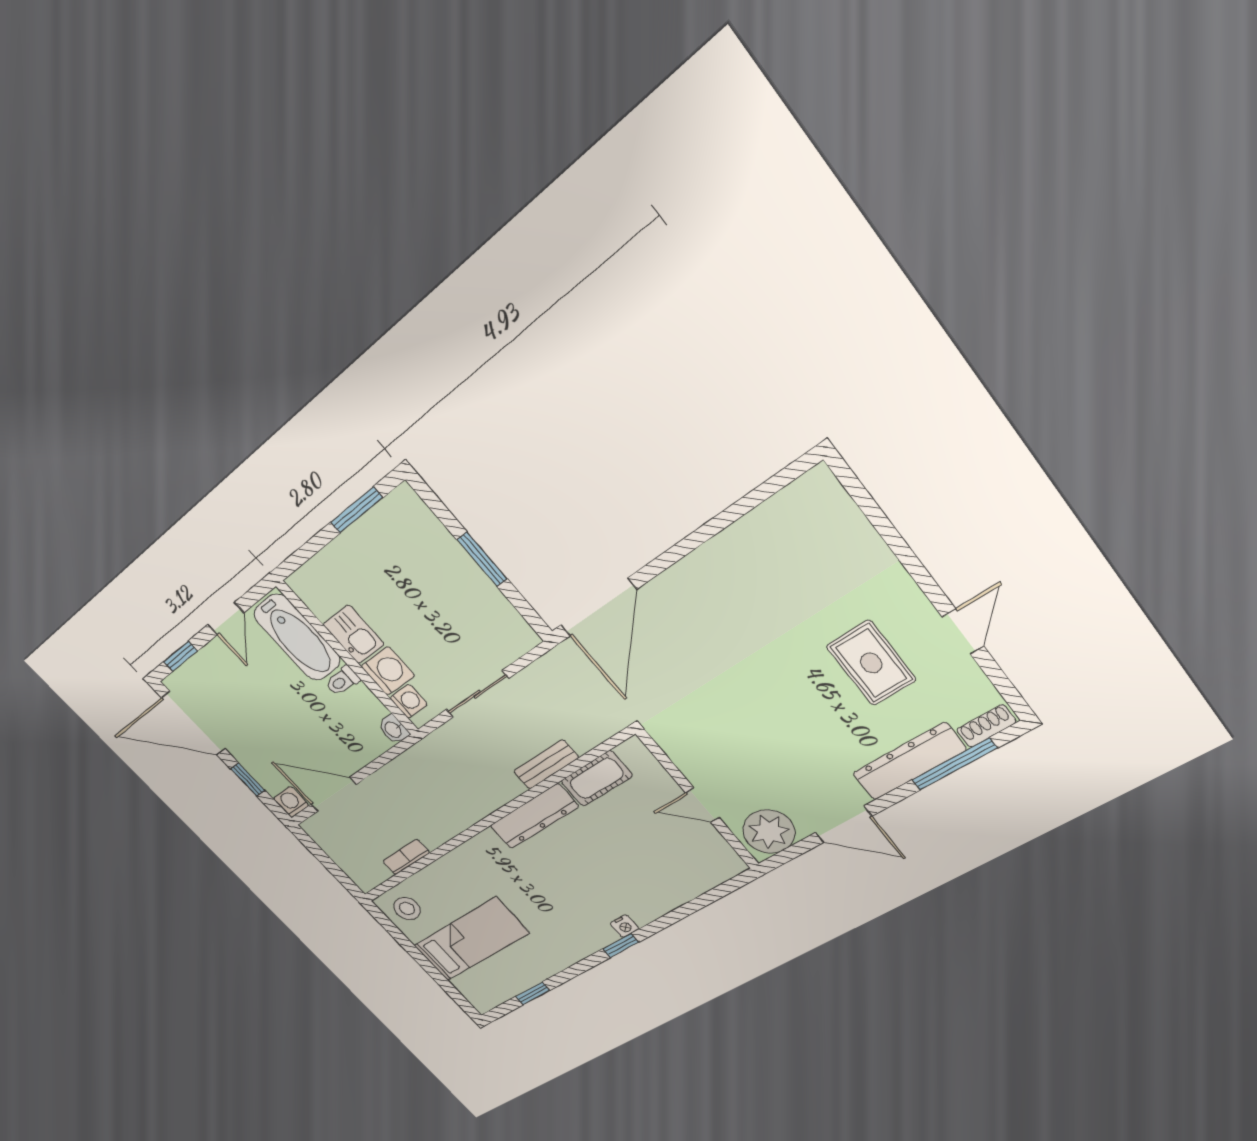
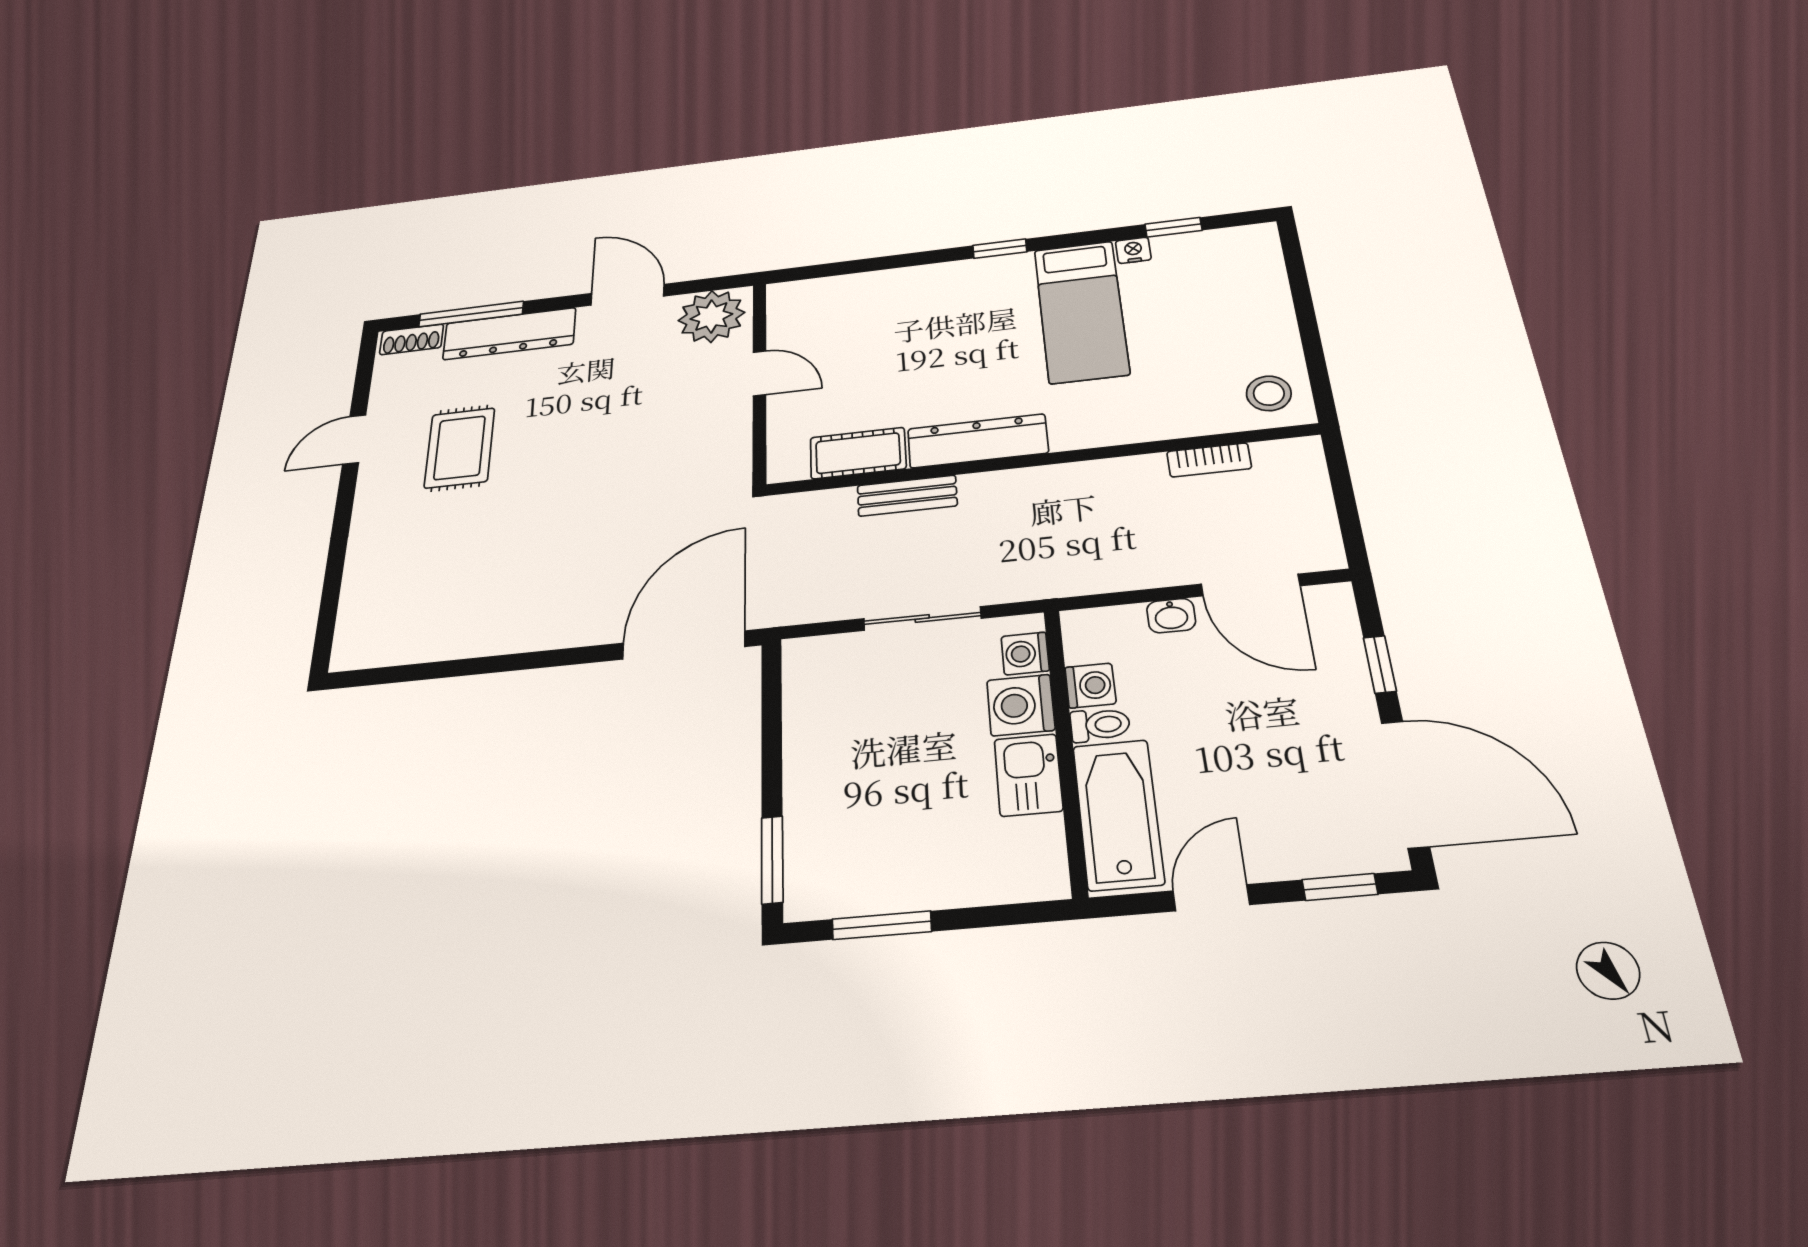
window: (482, 559) -> (772, 860), moved
washbasin: (393, 729) -> (1171, 616), moved, turned 90
washing machine: (291, 802) -> (1090, 686), moved, turned -90
nightstand: (624, 926) -> (1133, 250), moved
bed: (471, 939) -> (1081, 311), moved, turned -90

